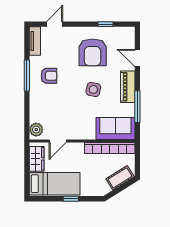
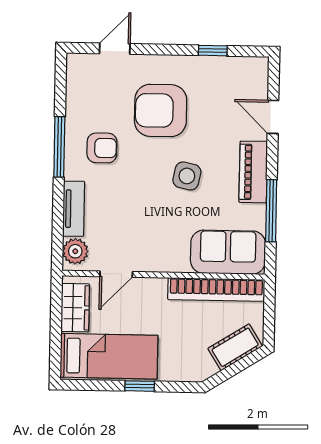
tv unit: (35, 41) -> (74, 209), moved
armchair: (93, 52) -> (161, 110), moved, turned 90

